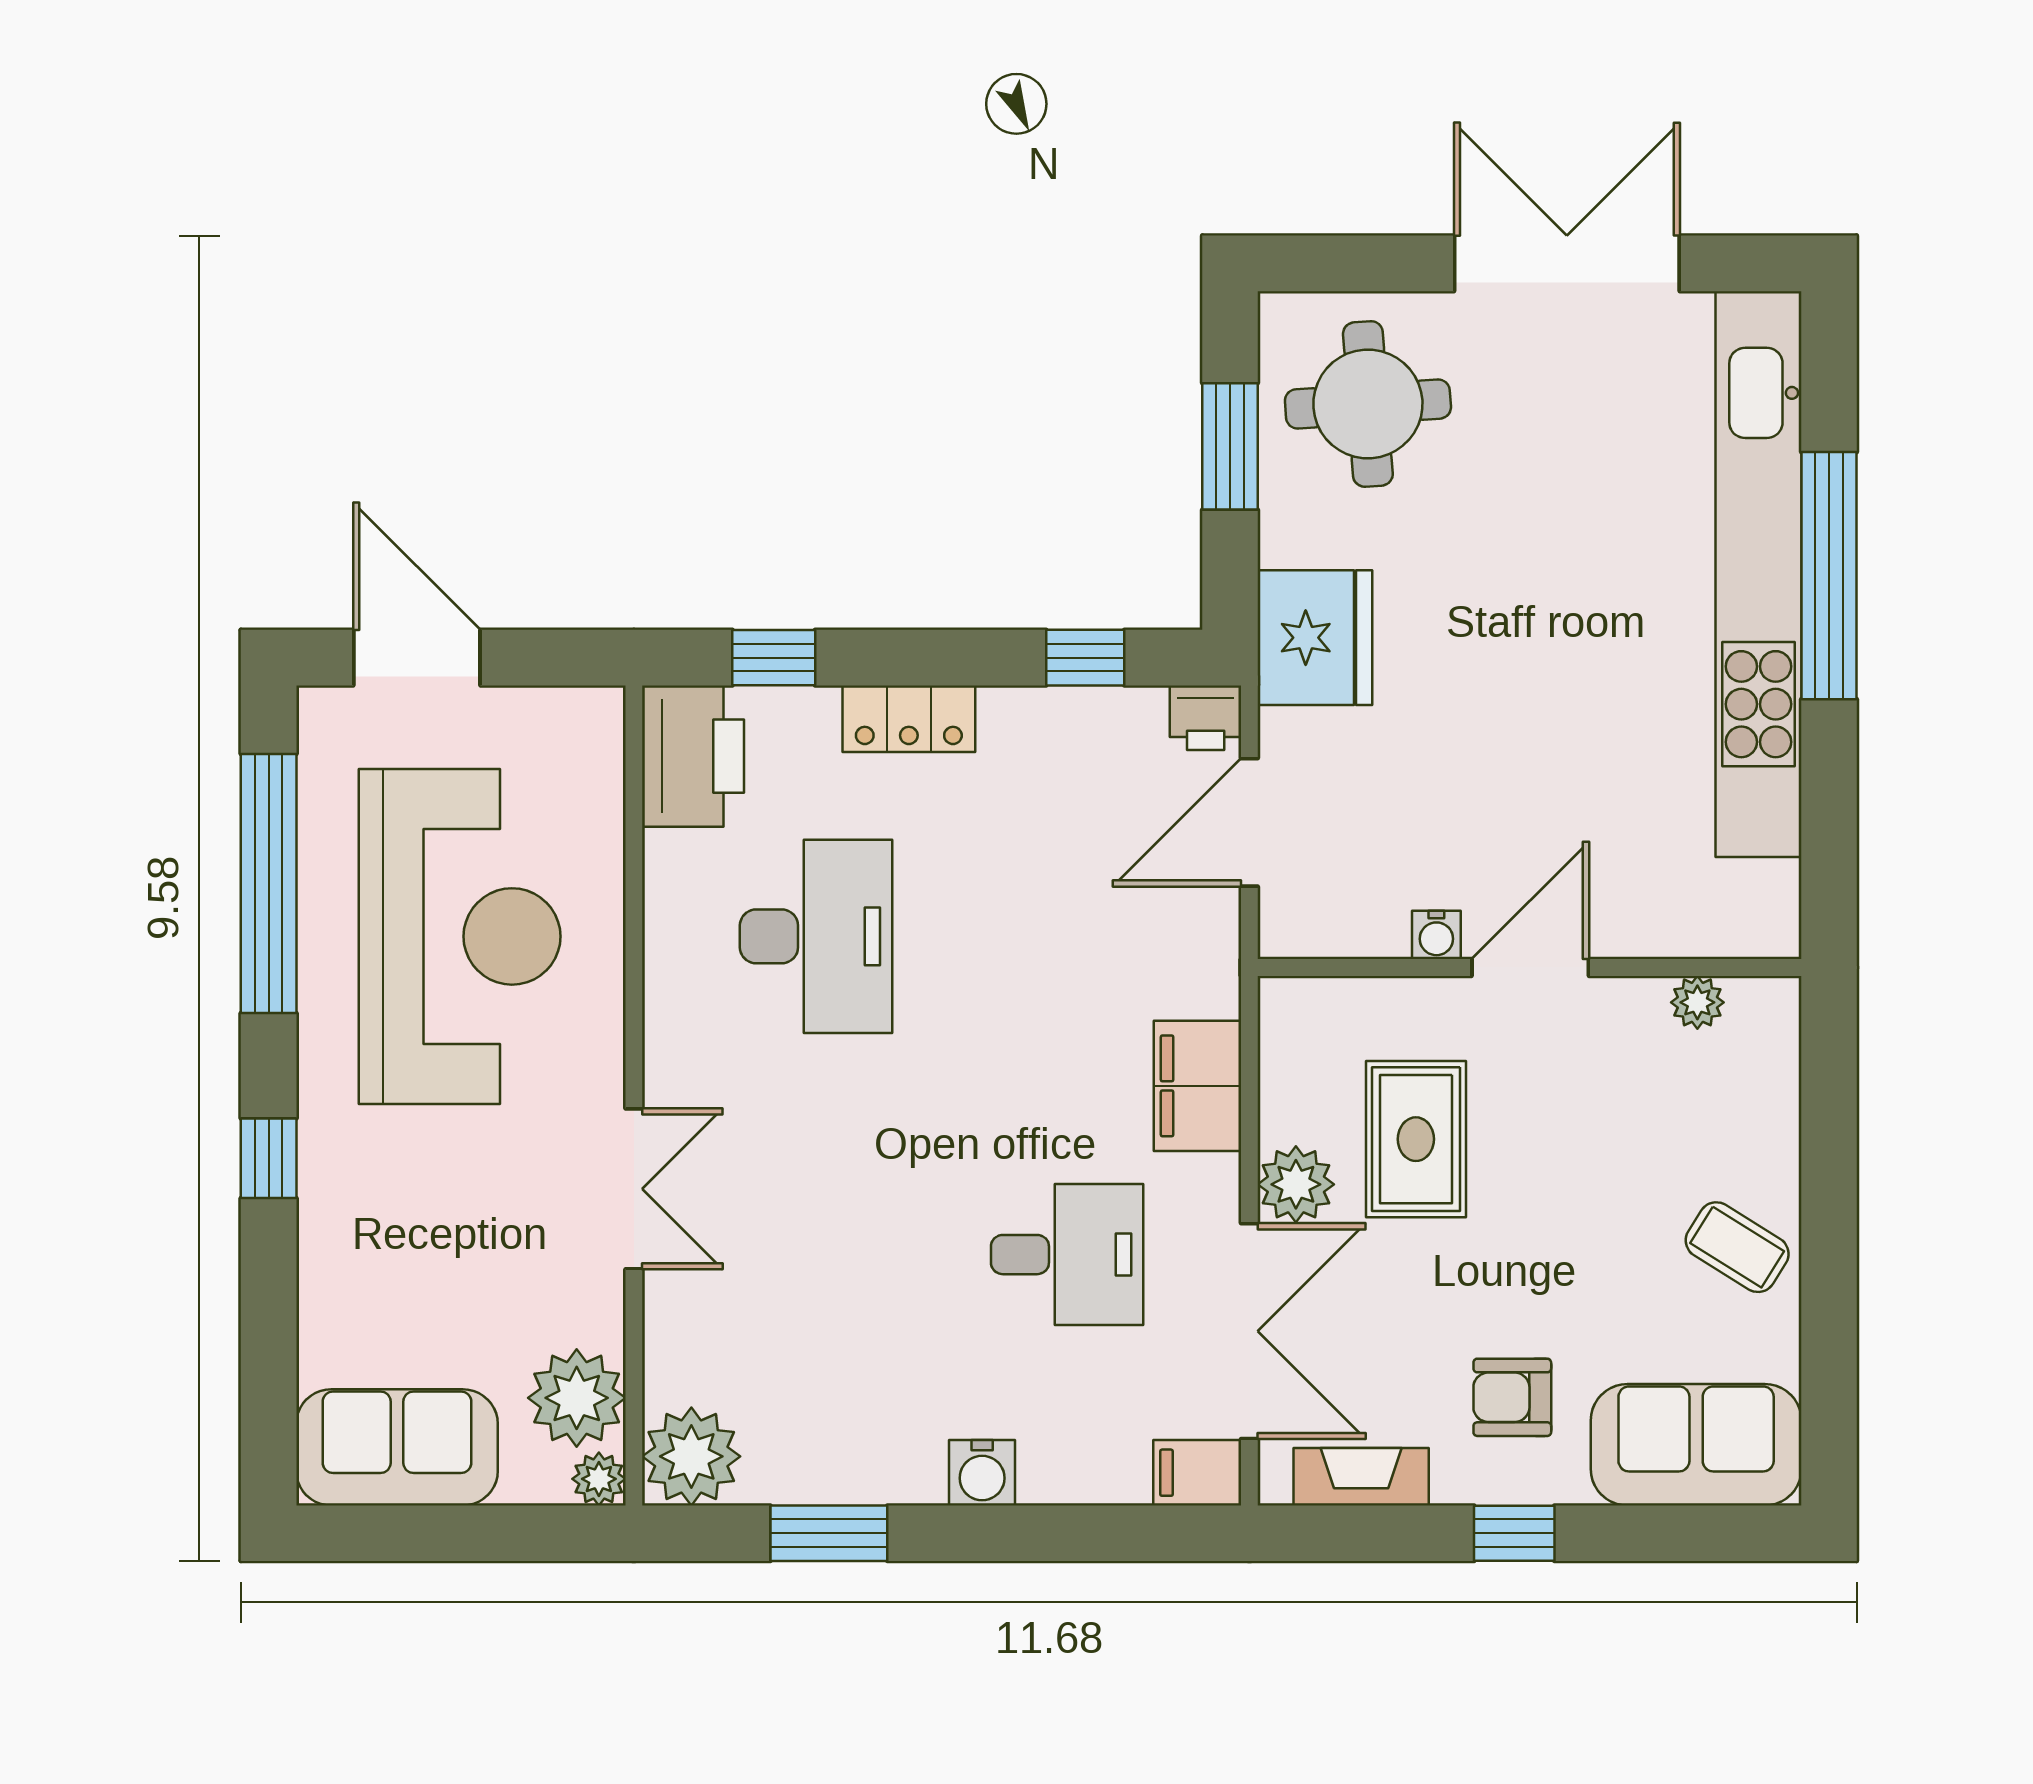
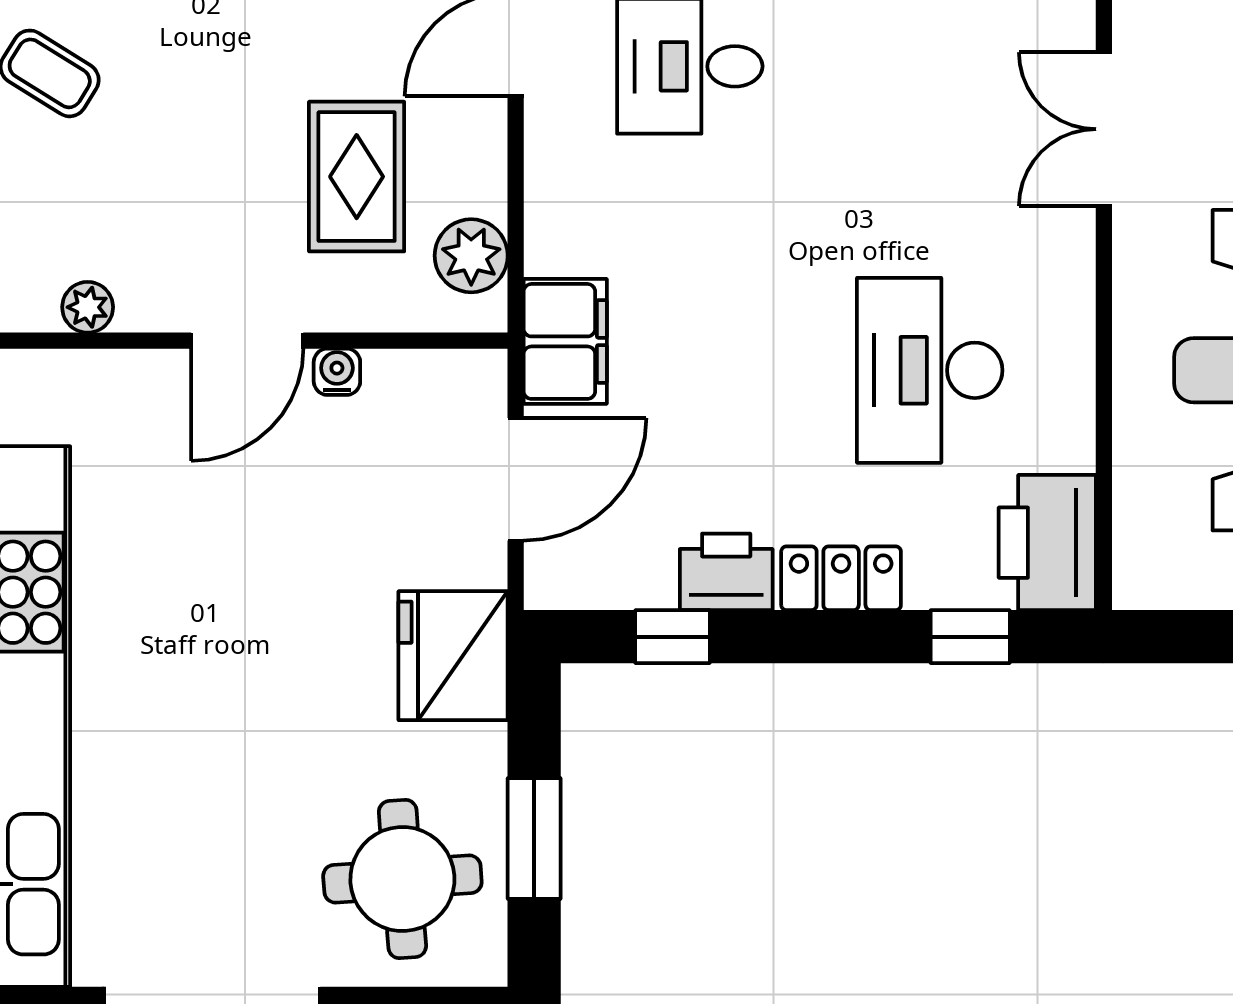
printer: (1206, 718) -> (726, 572), moved, width x1.36, depth x1.24
filing cabinet: (1198, 1086) -> (565, 341), moved
plant: (1296, 1184) -> (471, 256), moved

